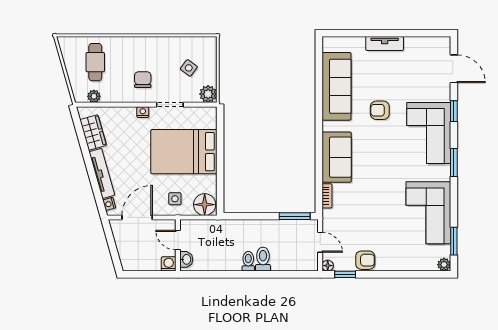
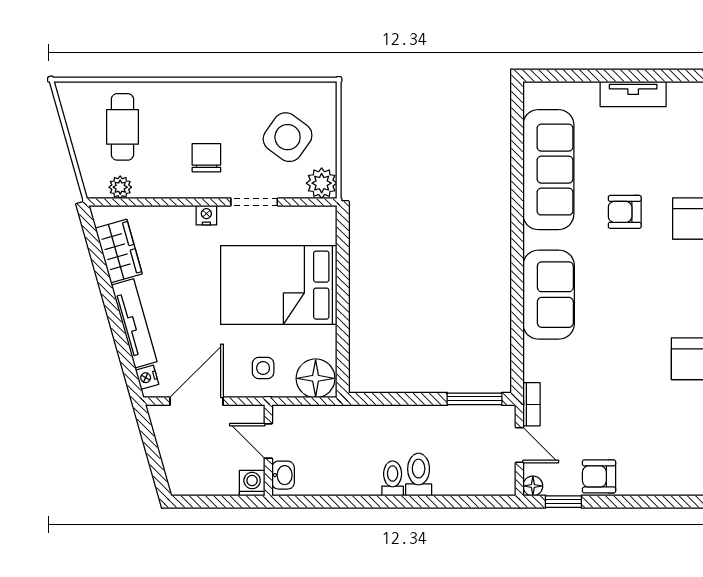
side table: (189, 68) -> (288, 137), width x1.87, depth x1.87
bookcase: (327, 196) -> (532, 404), moved
armchair: (365, 260) -> (599, 476), turned 180

